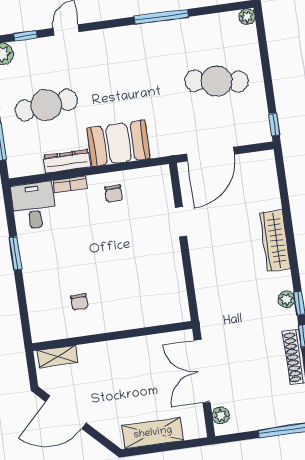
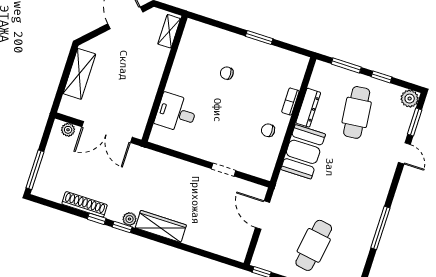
window: (26, 36) -> (415, 122), width x1.50
door: (210, 154) -> (263, 215), width x0.73
desk: (34, 206) -> (176, 113), moved, turned 180
wardrobe: (275, 241) -> (161, 226), moved
chair: (79, 302) -> (227, 73), moved
double door: (202, 371) -> (107, 132), swing flipped

